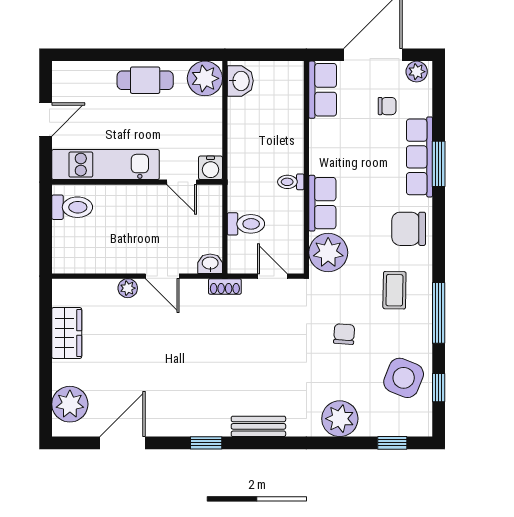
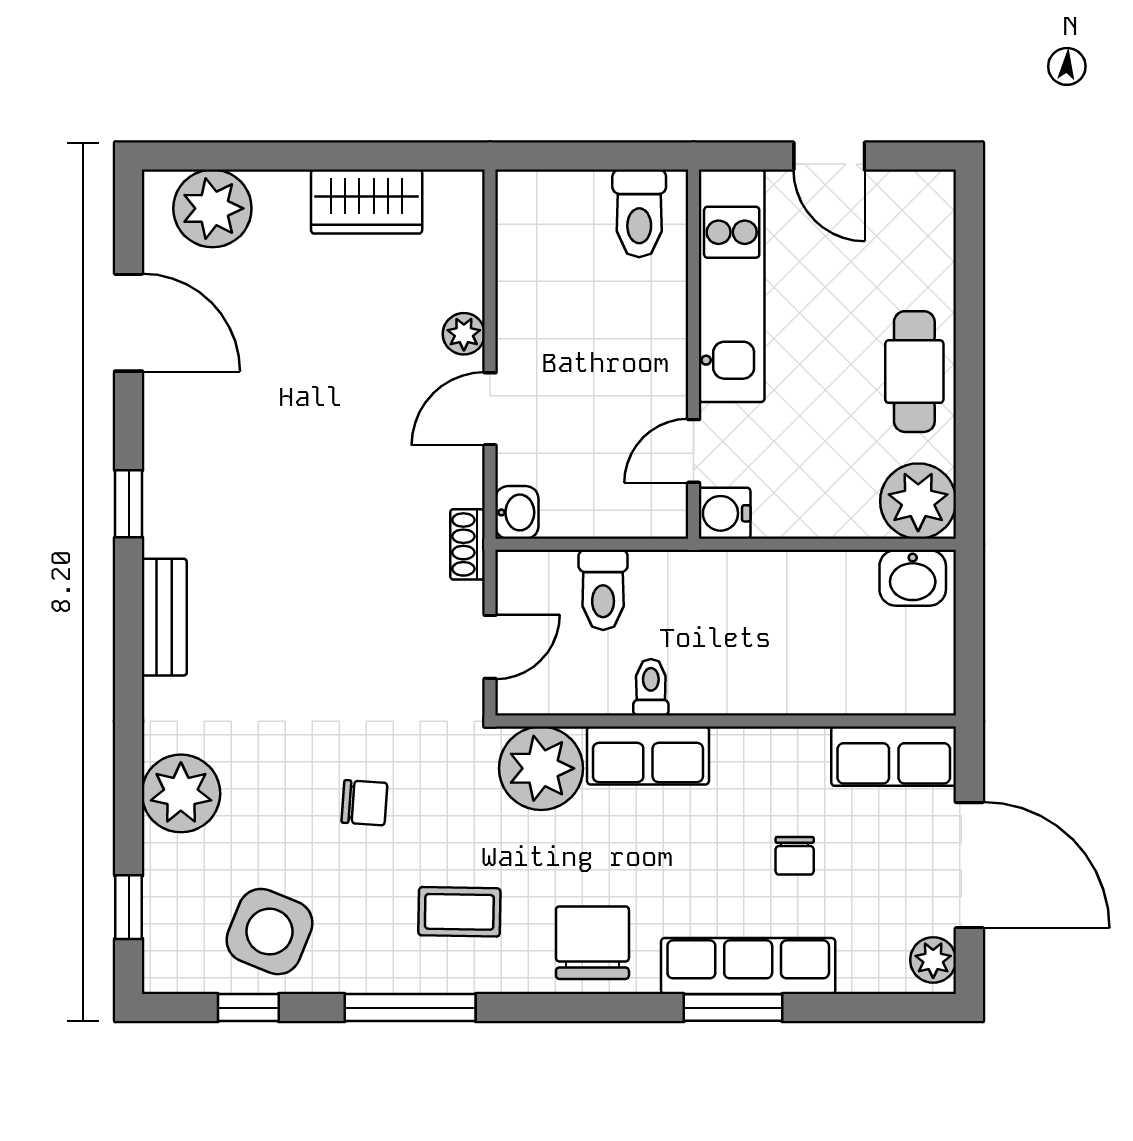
chair: (387, 106) -> (795, 856), moved
toilet: (291, 182) -> (651, 687), moved

